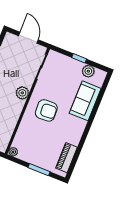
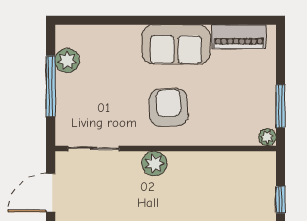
window: (79, 58) -> (51, 86), width x2.17
sofa: (85, 101) -> (176, 44), moved
window: (39, 170) -> (280, 106), moved

